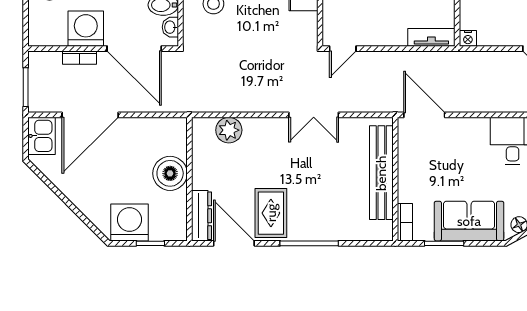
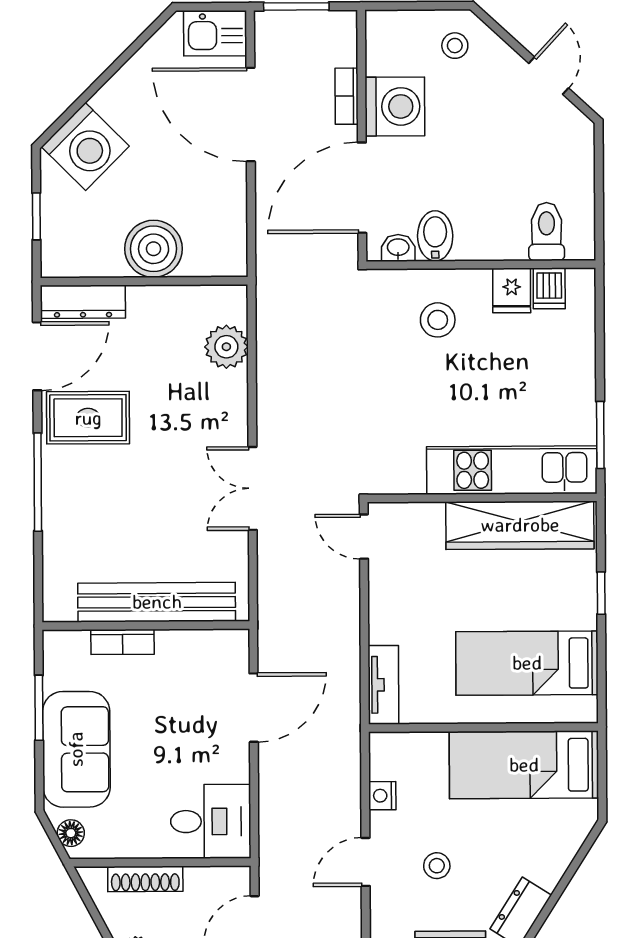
nightstand: (468, 38) -> (382, 796), moved
door: (424, 115) -> (254, 708), moved
washing machine: (130, 222) -> (85, 146), moved, turned 45
bookcase: (405, 222) -> (122, 642), moved

